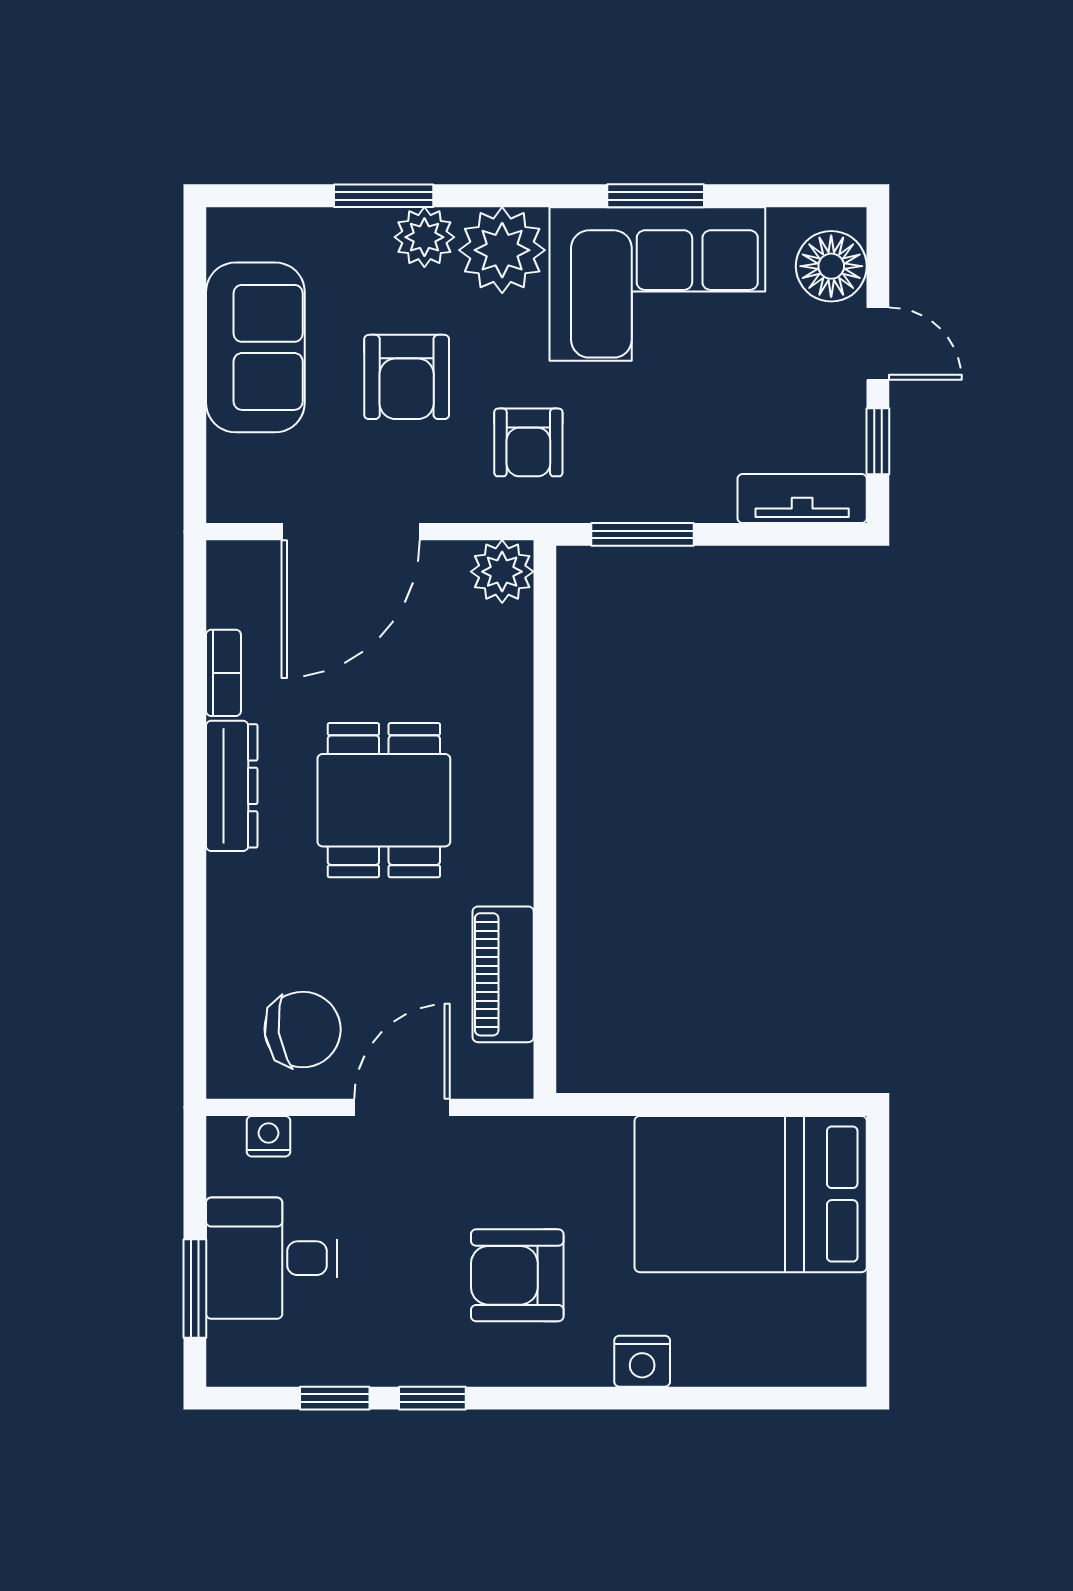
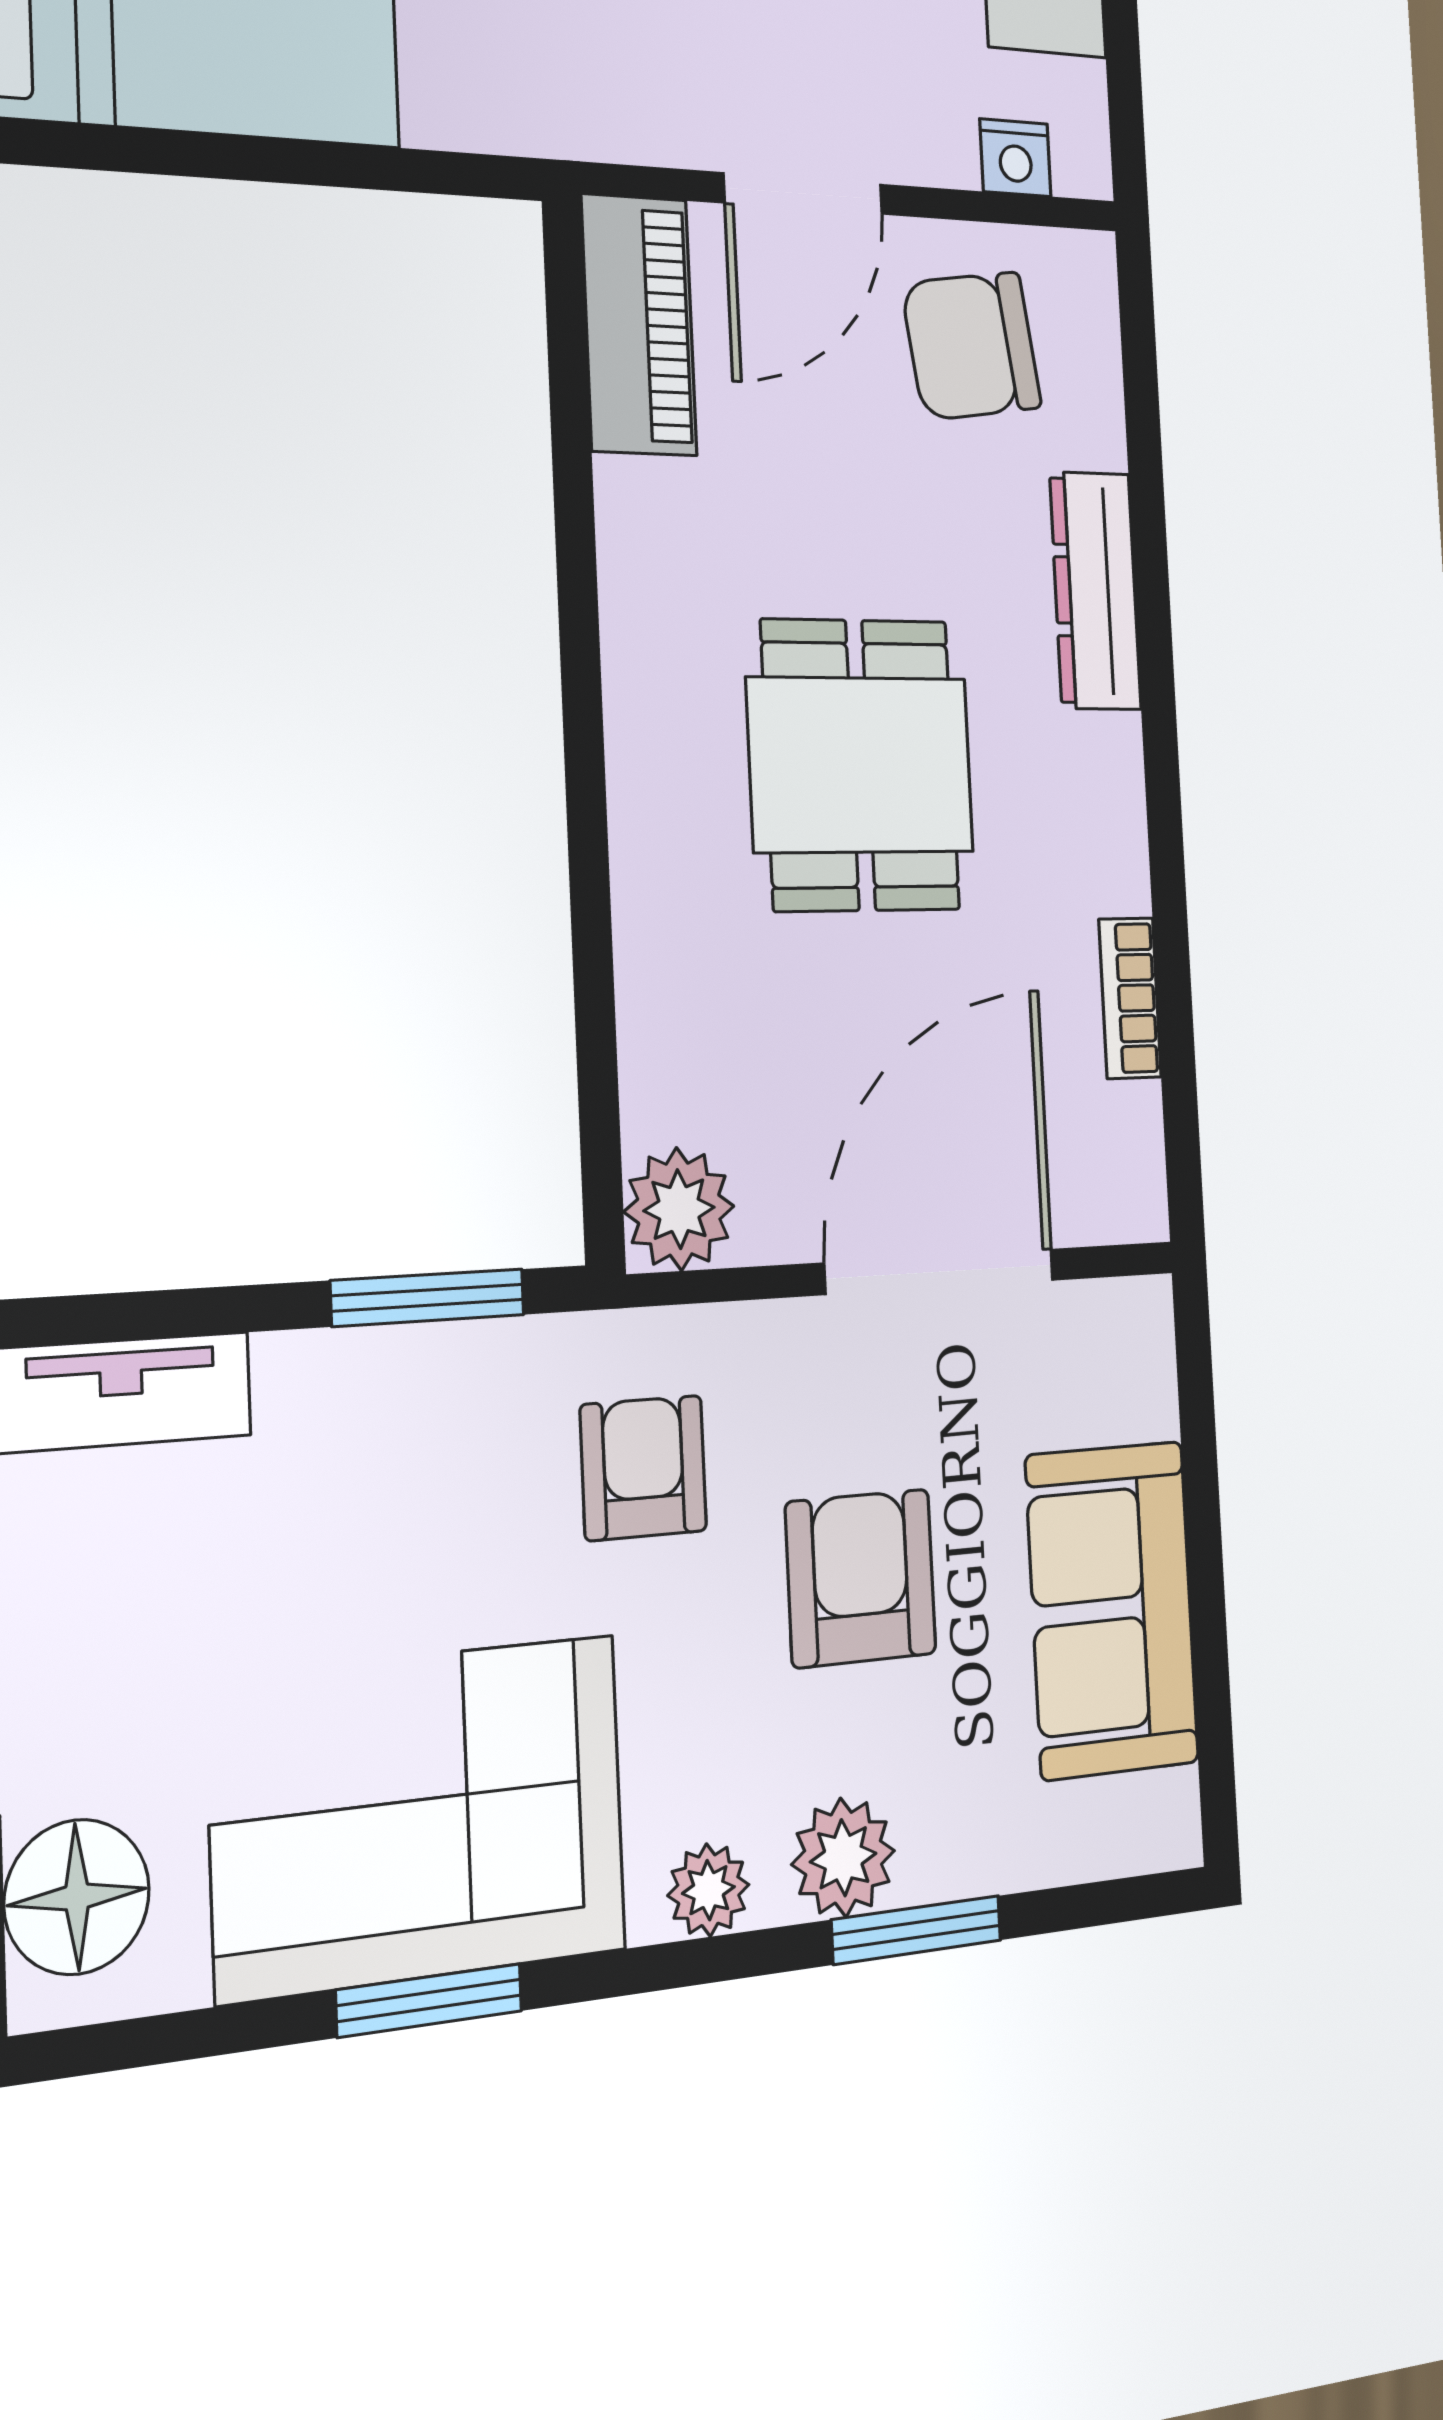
plant: (502, 250) -> (708, 1890), width x0.53, depth x0.53
dresser: (232, 786) -> (1095, 591), moved
piano: (503, 974) -> (639, 325), moved

